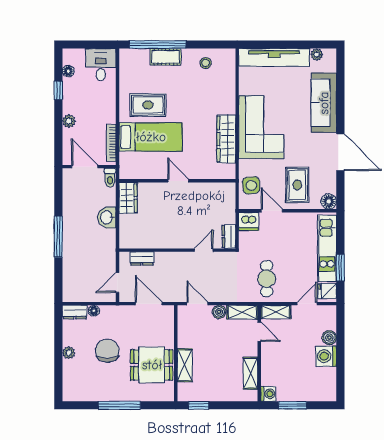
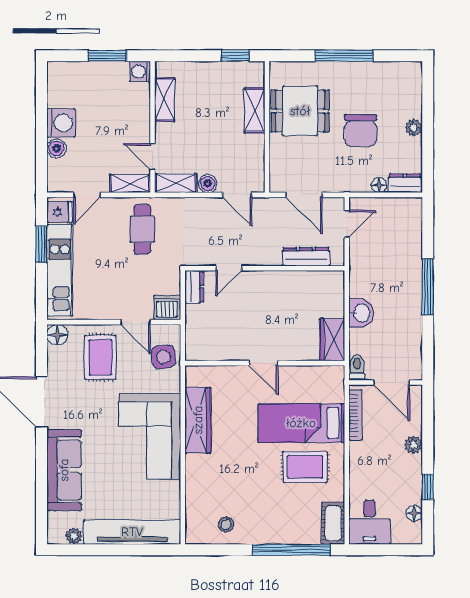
cot: (166, 57) -> (333, 523), moved, turned 90
dresser: (142, 258) -> (306, 257), width x1.44

